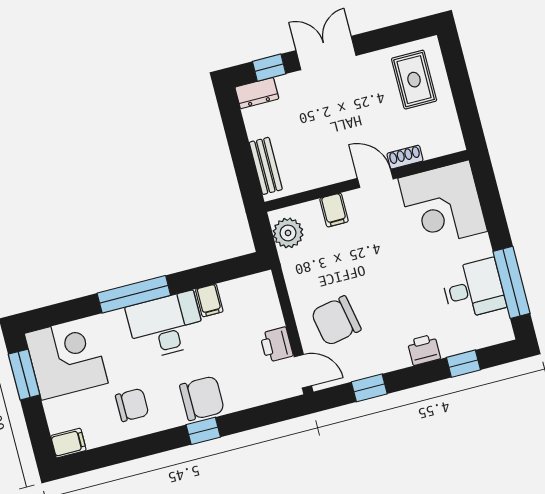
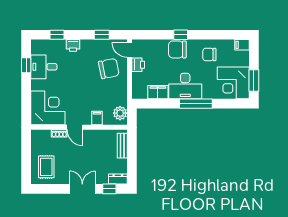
double door: (326, 53) -> (82, 189), swing flipped
window: (511, 282) -> (26, 65), width x0.46
filing cabinet: (209, 300) -> (158, 92), width x2.00

